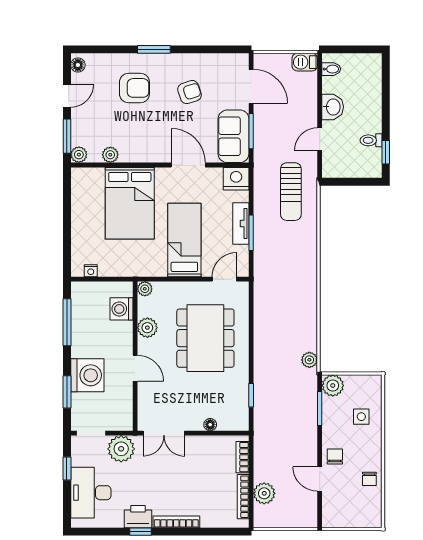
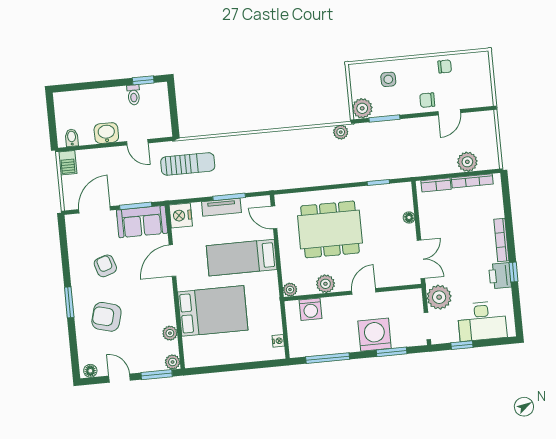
armchair: (134, 88) -> (106, 317), turned -75

